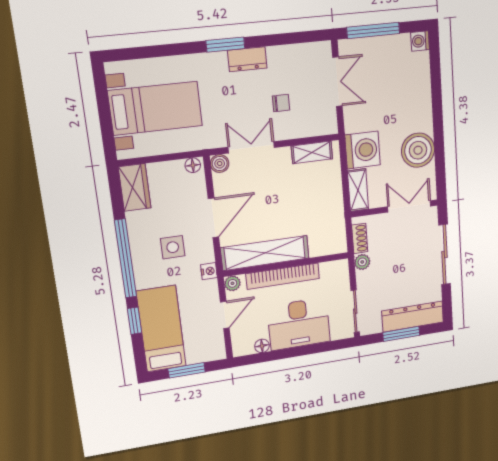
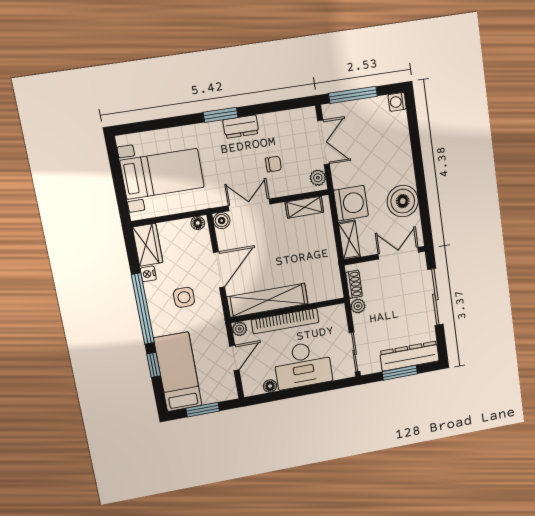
plant: (329, 121) -> (318, 178), added
nightstand: (209, 271) -> (148, 274), moved, turned 180

